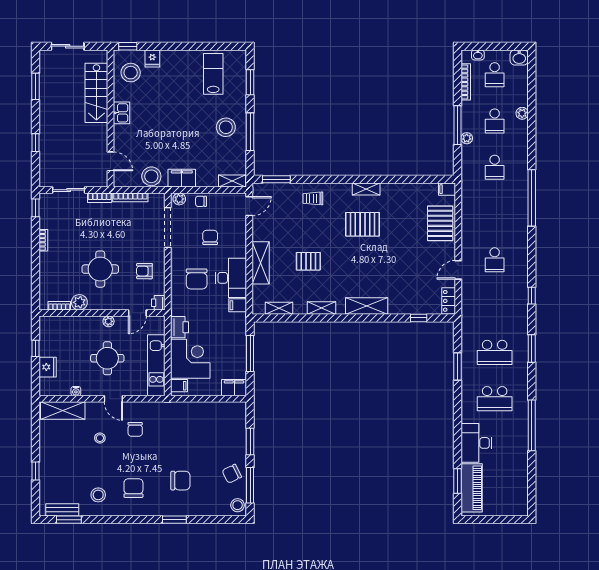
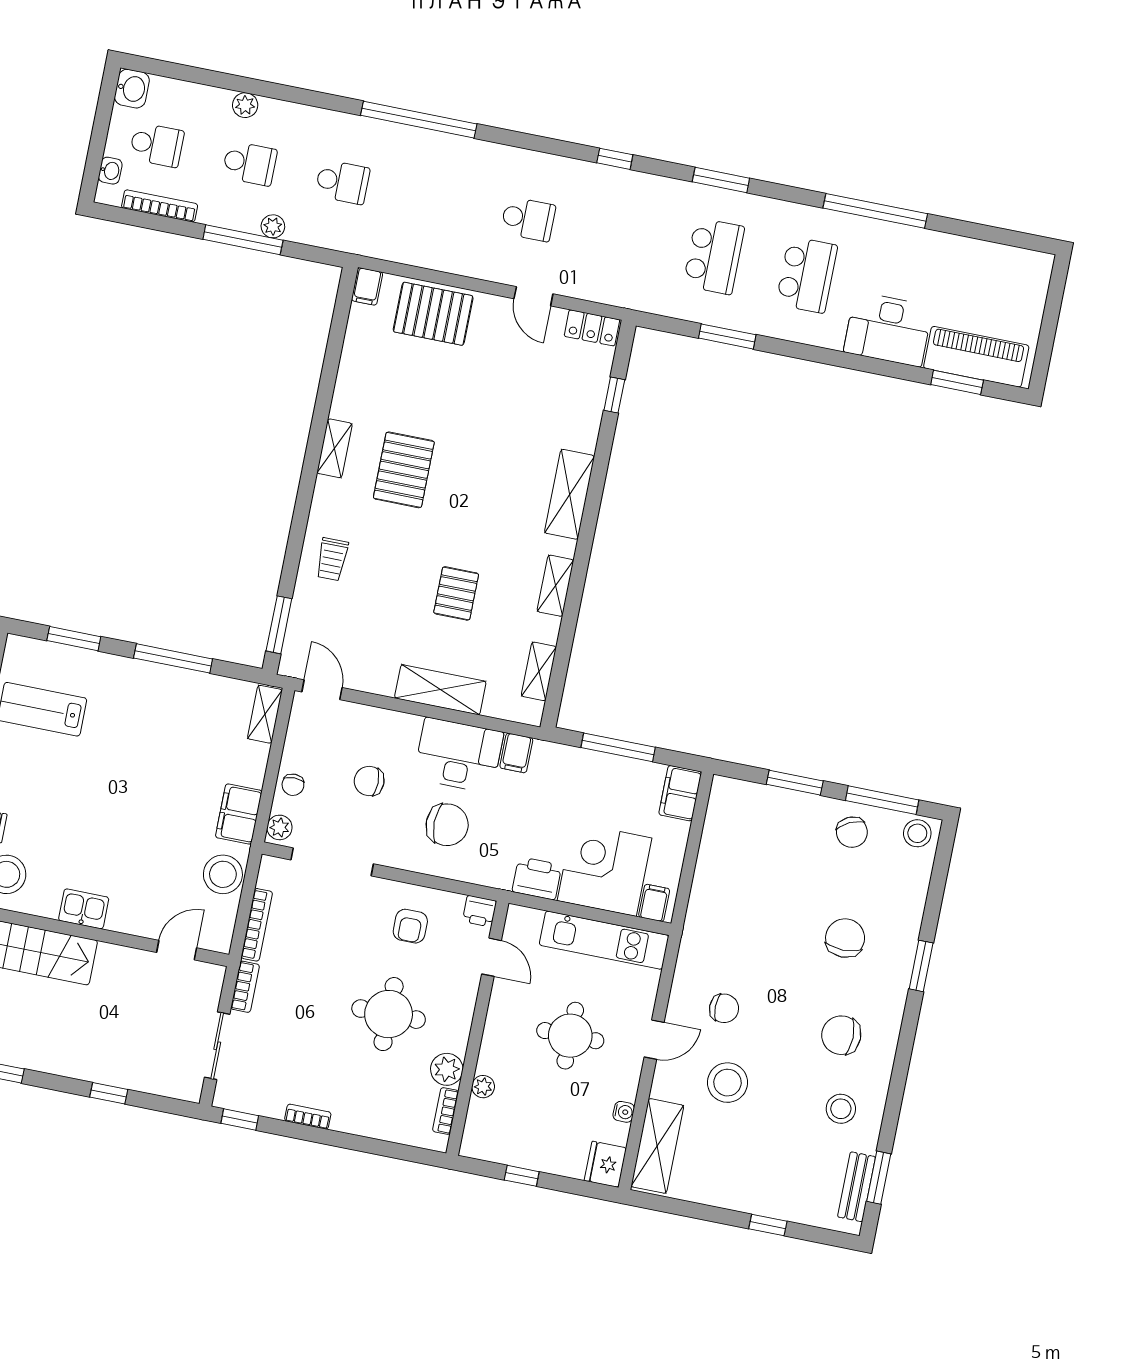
stool: (226, 127) -> (154, 705), removed
plant: (109, 321) -> (483, 1087), moved
fridge: (48, 367) -> (605, 1164), moved, turned -90
stool: (100, 438) -> (727, 1083), width x1.89, depth x1.89

